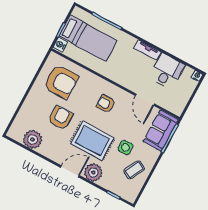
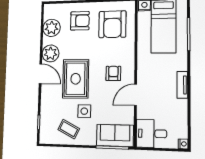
desk: (167, 71) -> (151, 134), moved, turned 180
door: (145, 100) -> (135, 95), moved
armchair: (61, 118) -> (80, 21), moved
plant: (93, 172) -> (50, 53), moved

